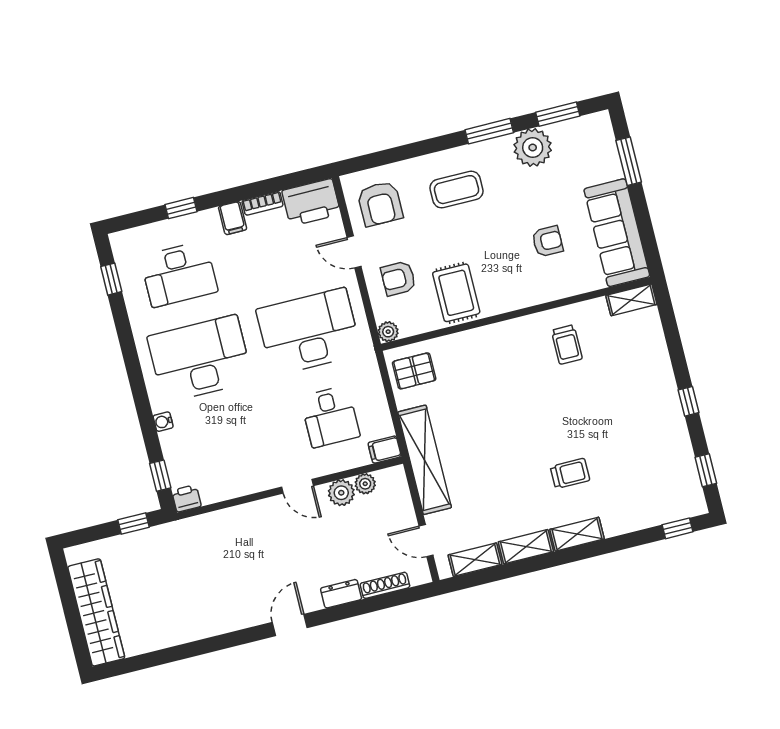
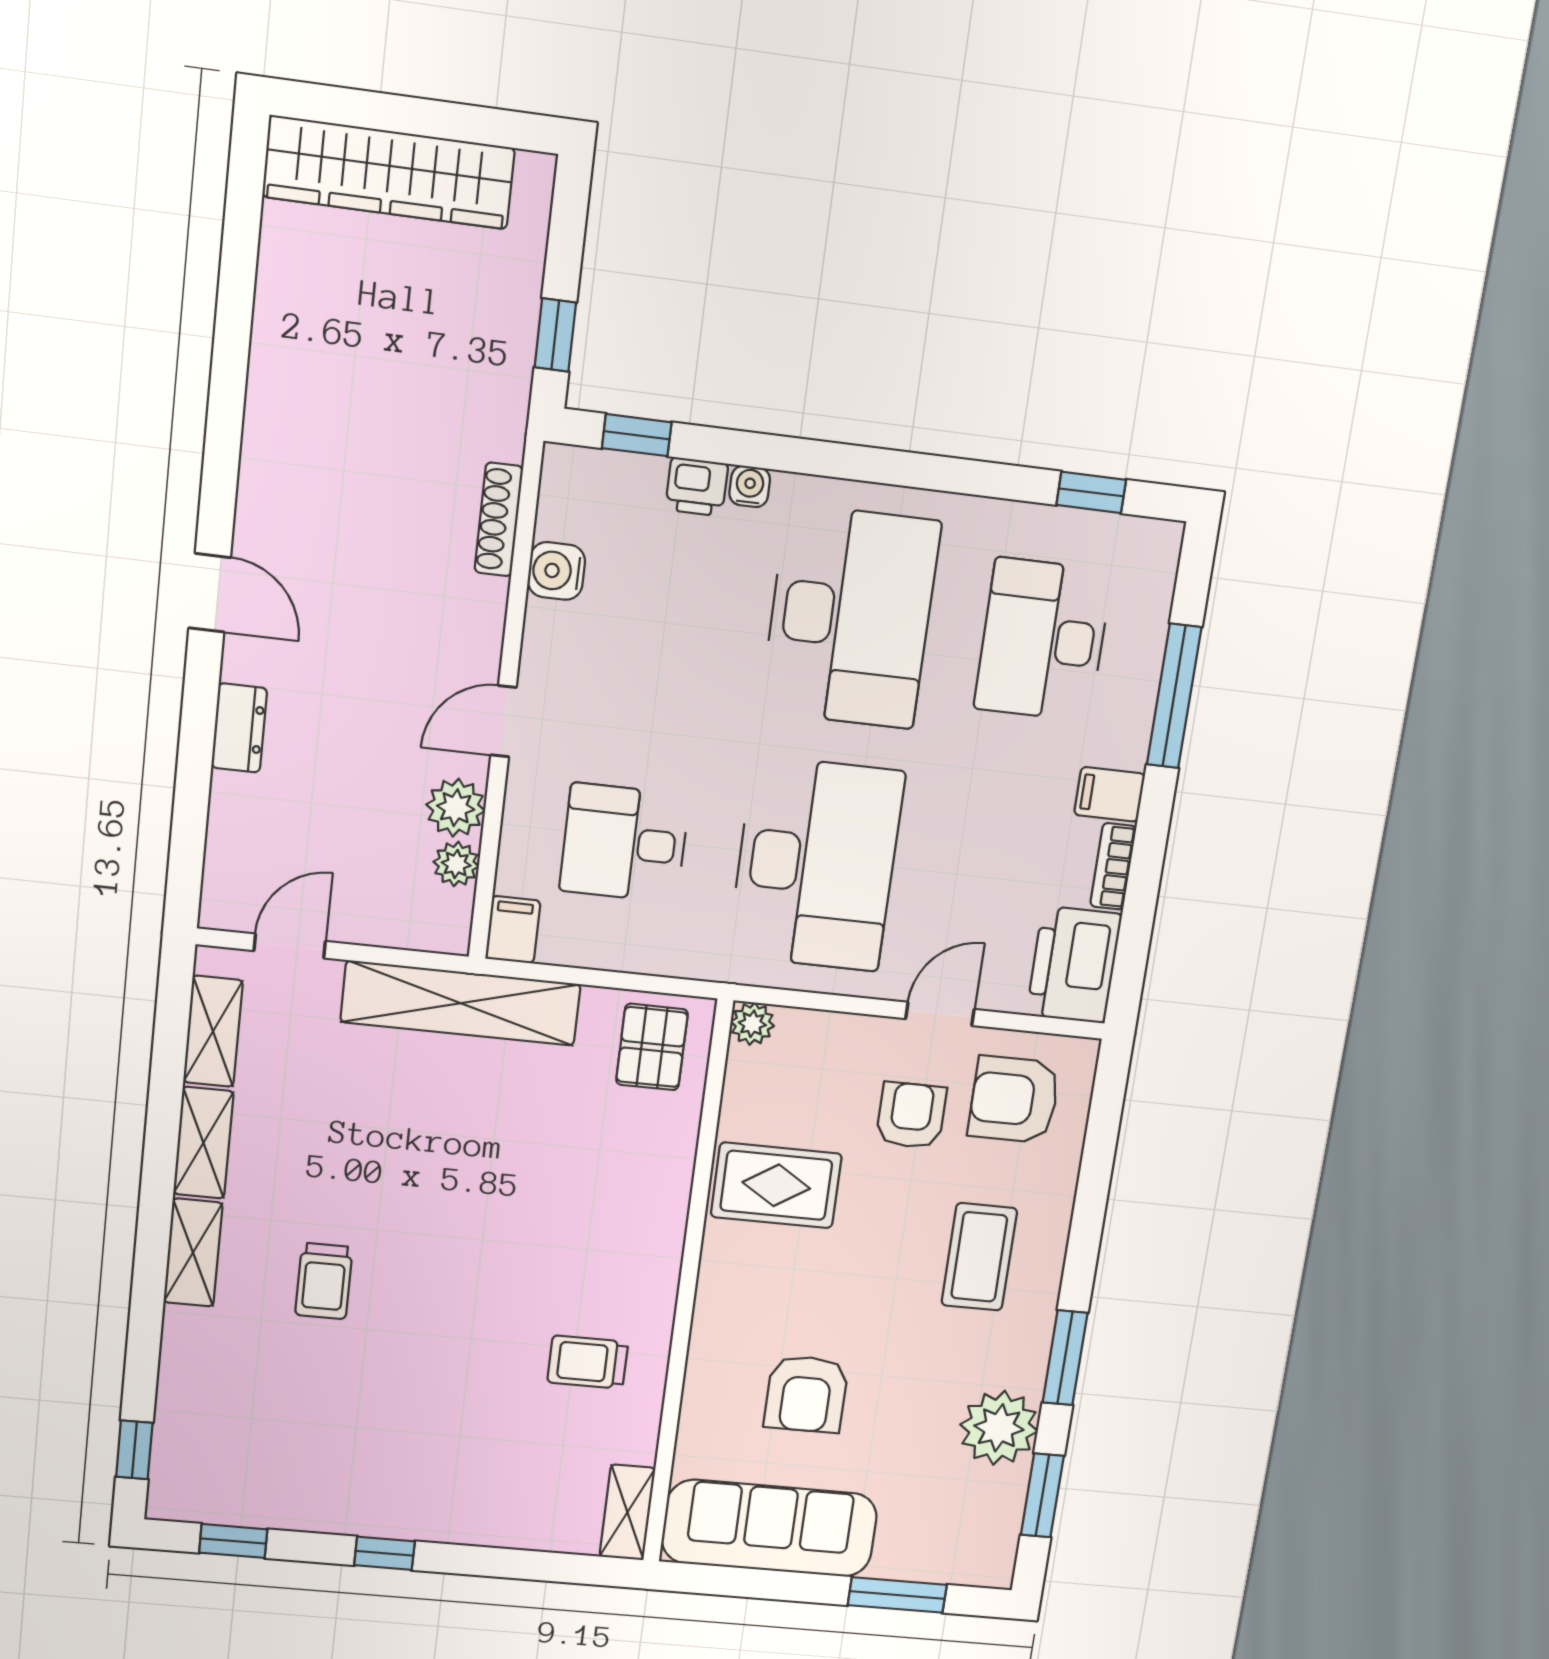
window: (181, 208) -> (1174, 696), width x2.17
armchair: (547, 241) -> (806, 1394), width x1.38, depth x1.38
armchair: (398, 278) -> (911, 1115), moved
water cooler: (227, 488) -> (556, 571), added
printer: (186, 498) -> (697, 487), moved, turned 90
shoe rack: (385, 585) -> (499, 519), moved, turned 180

